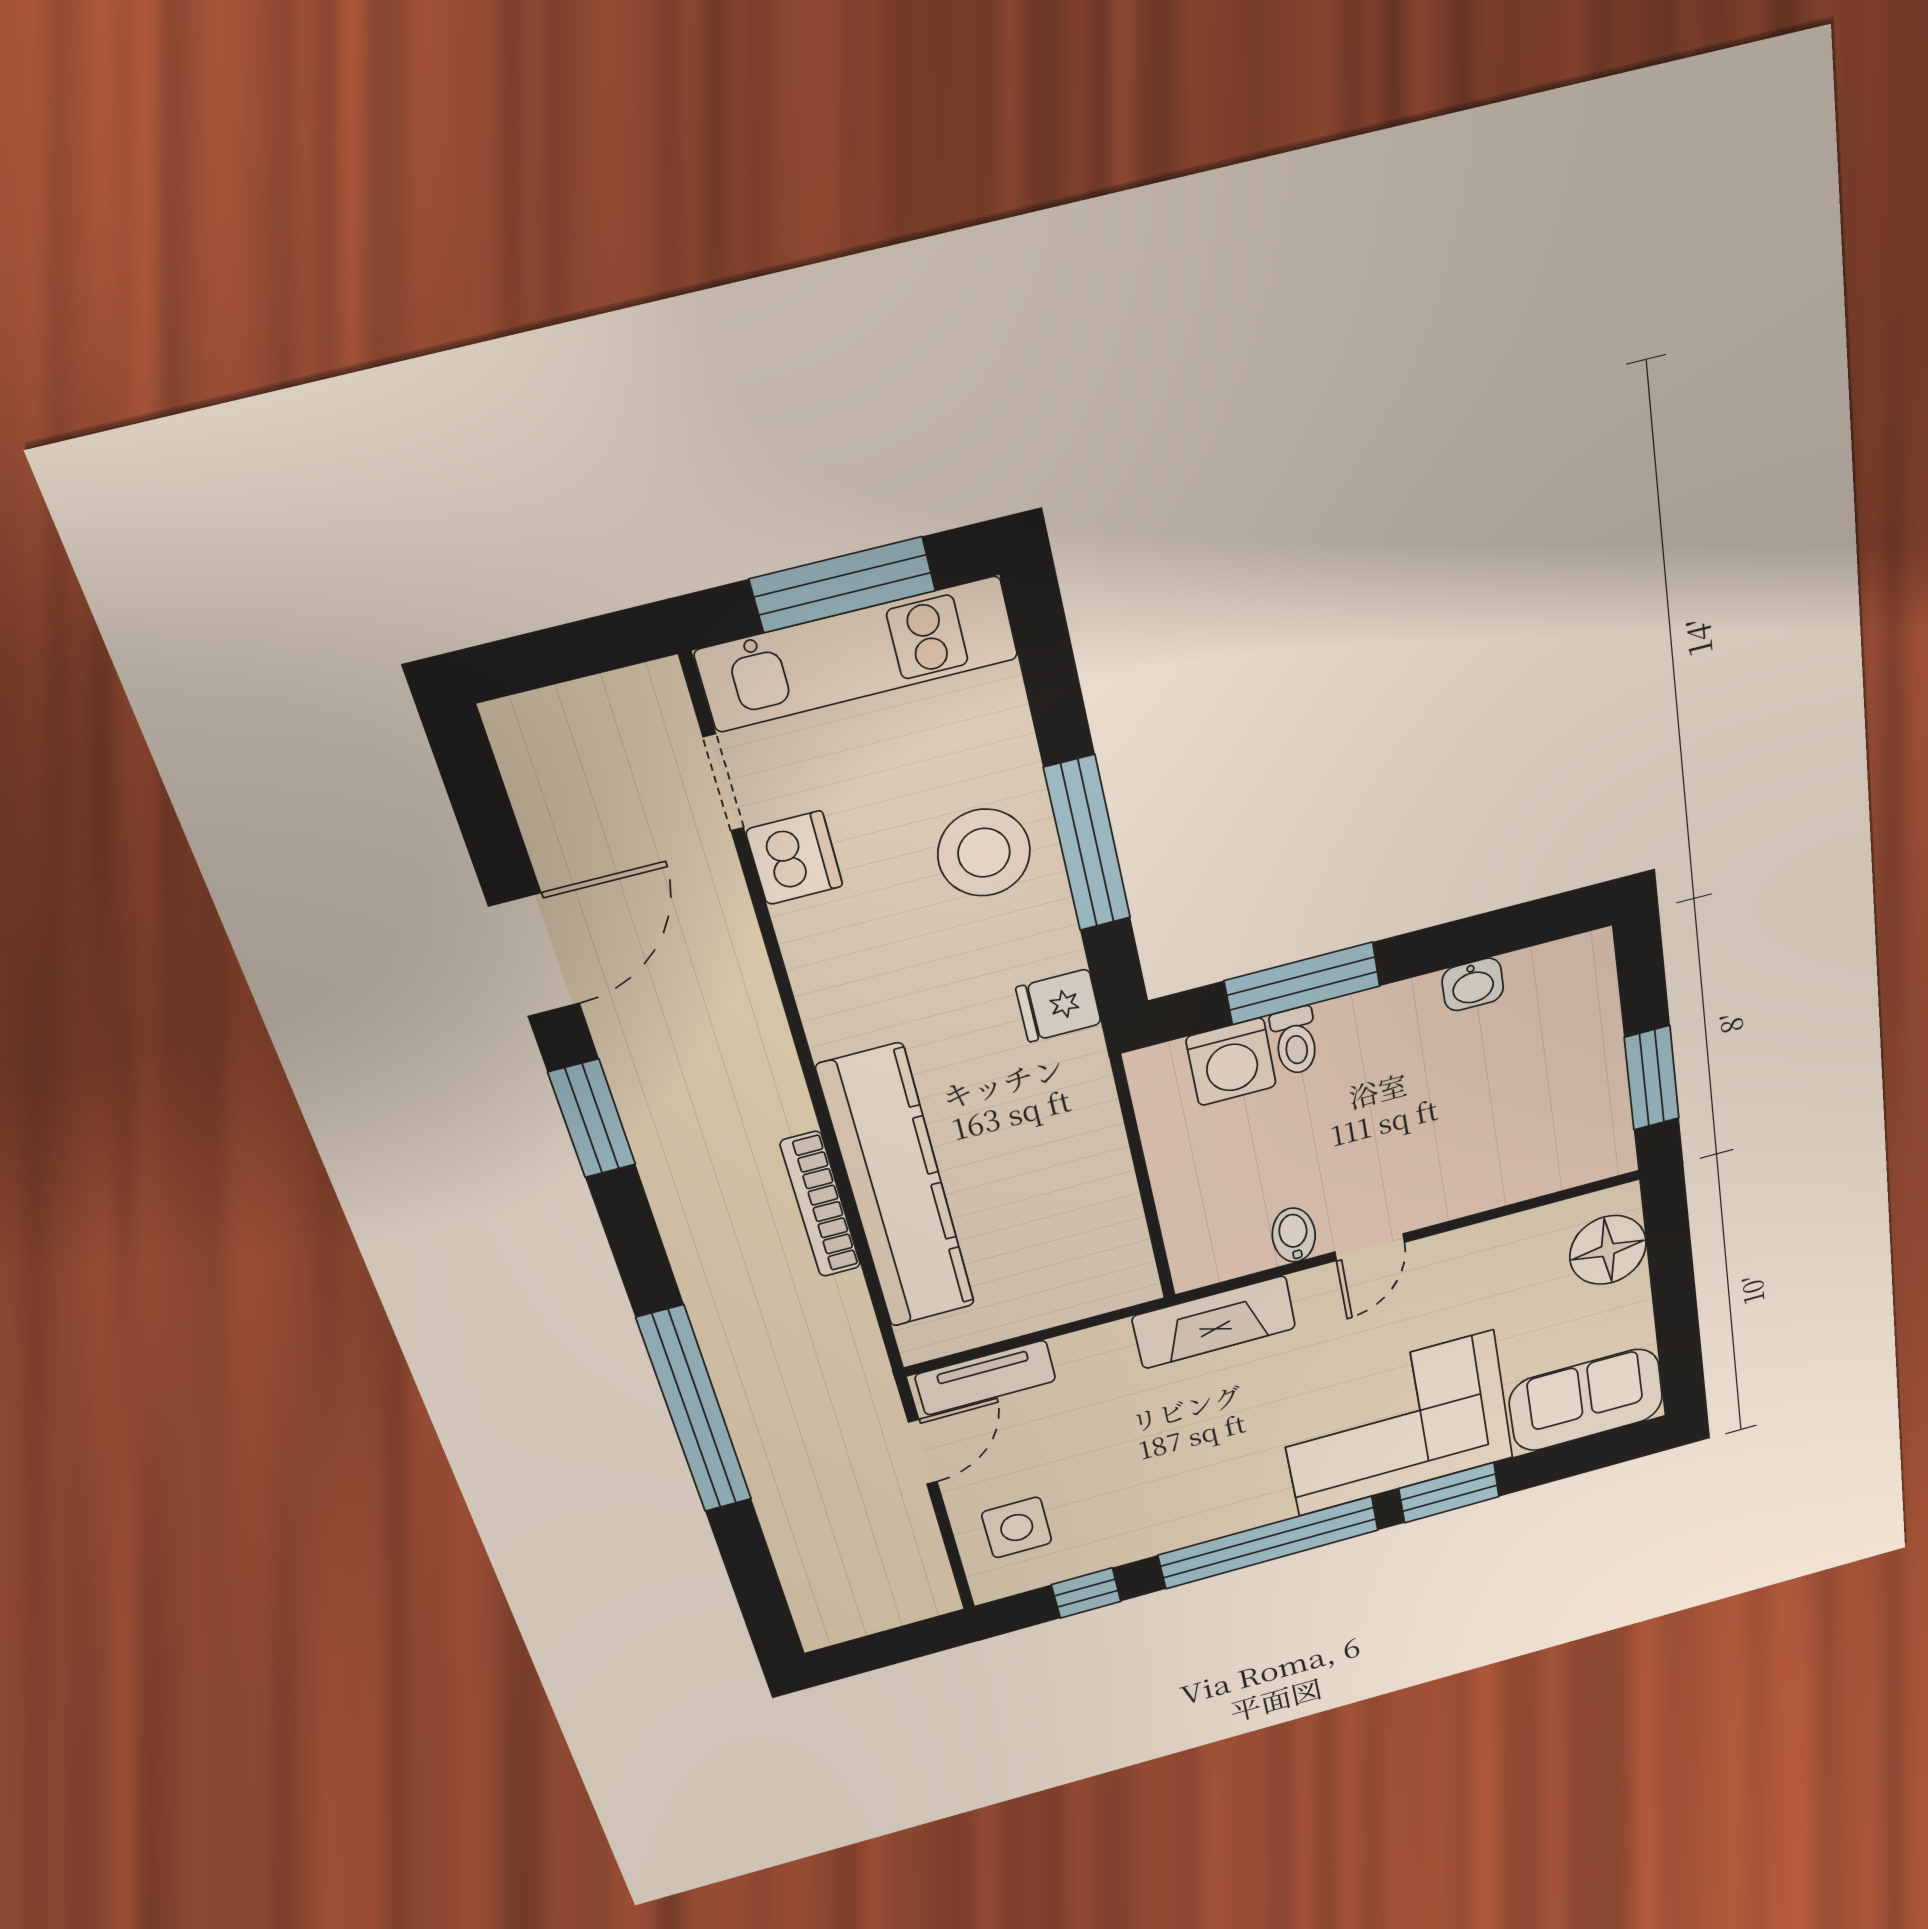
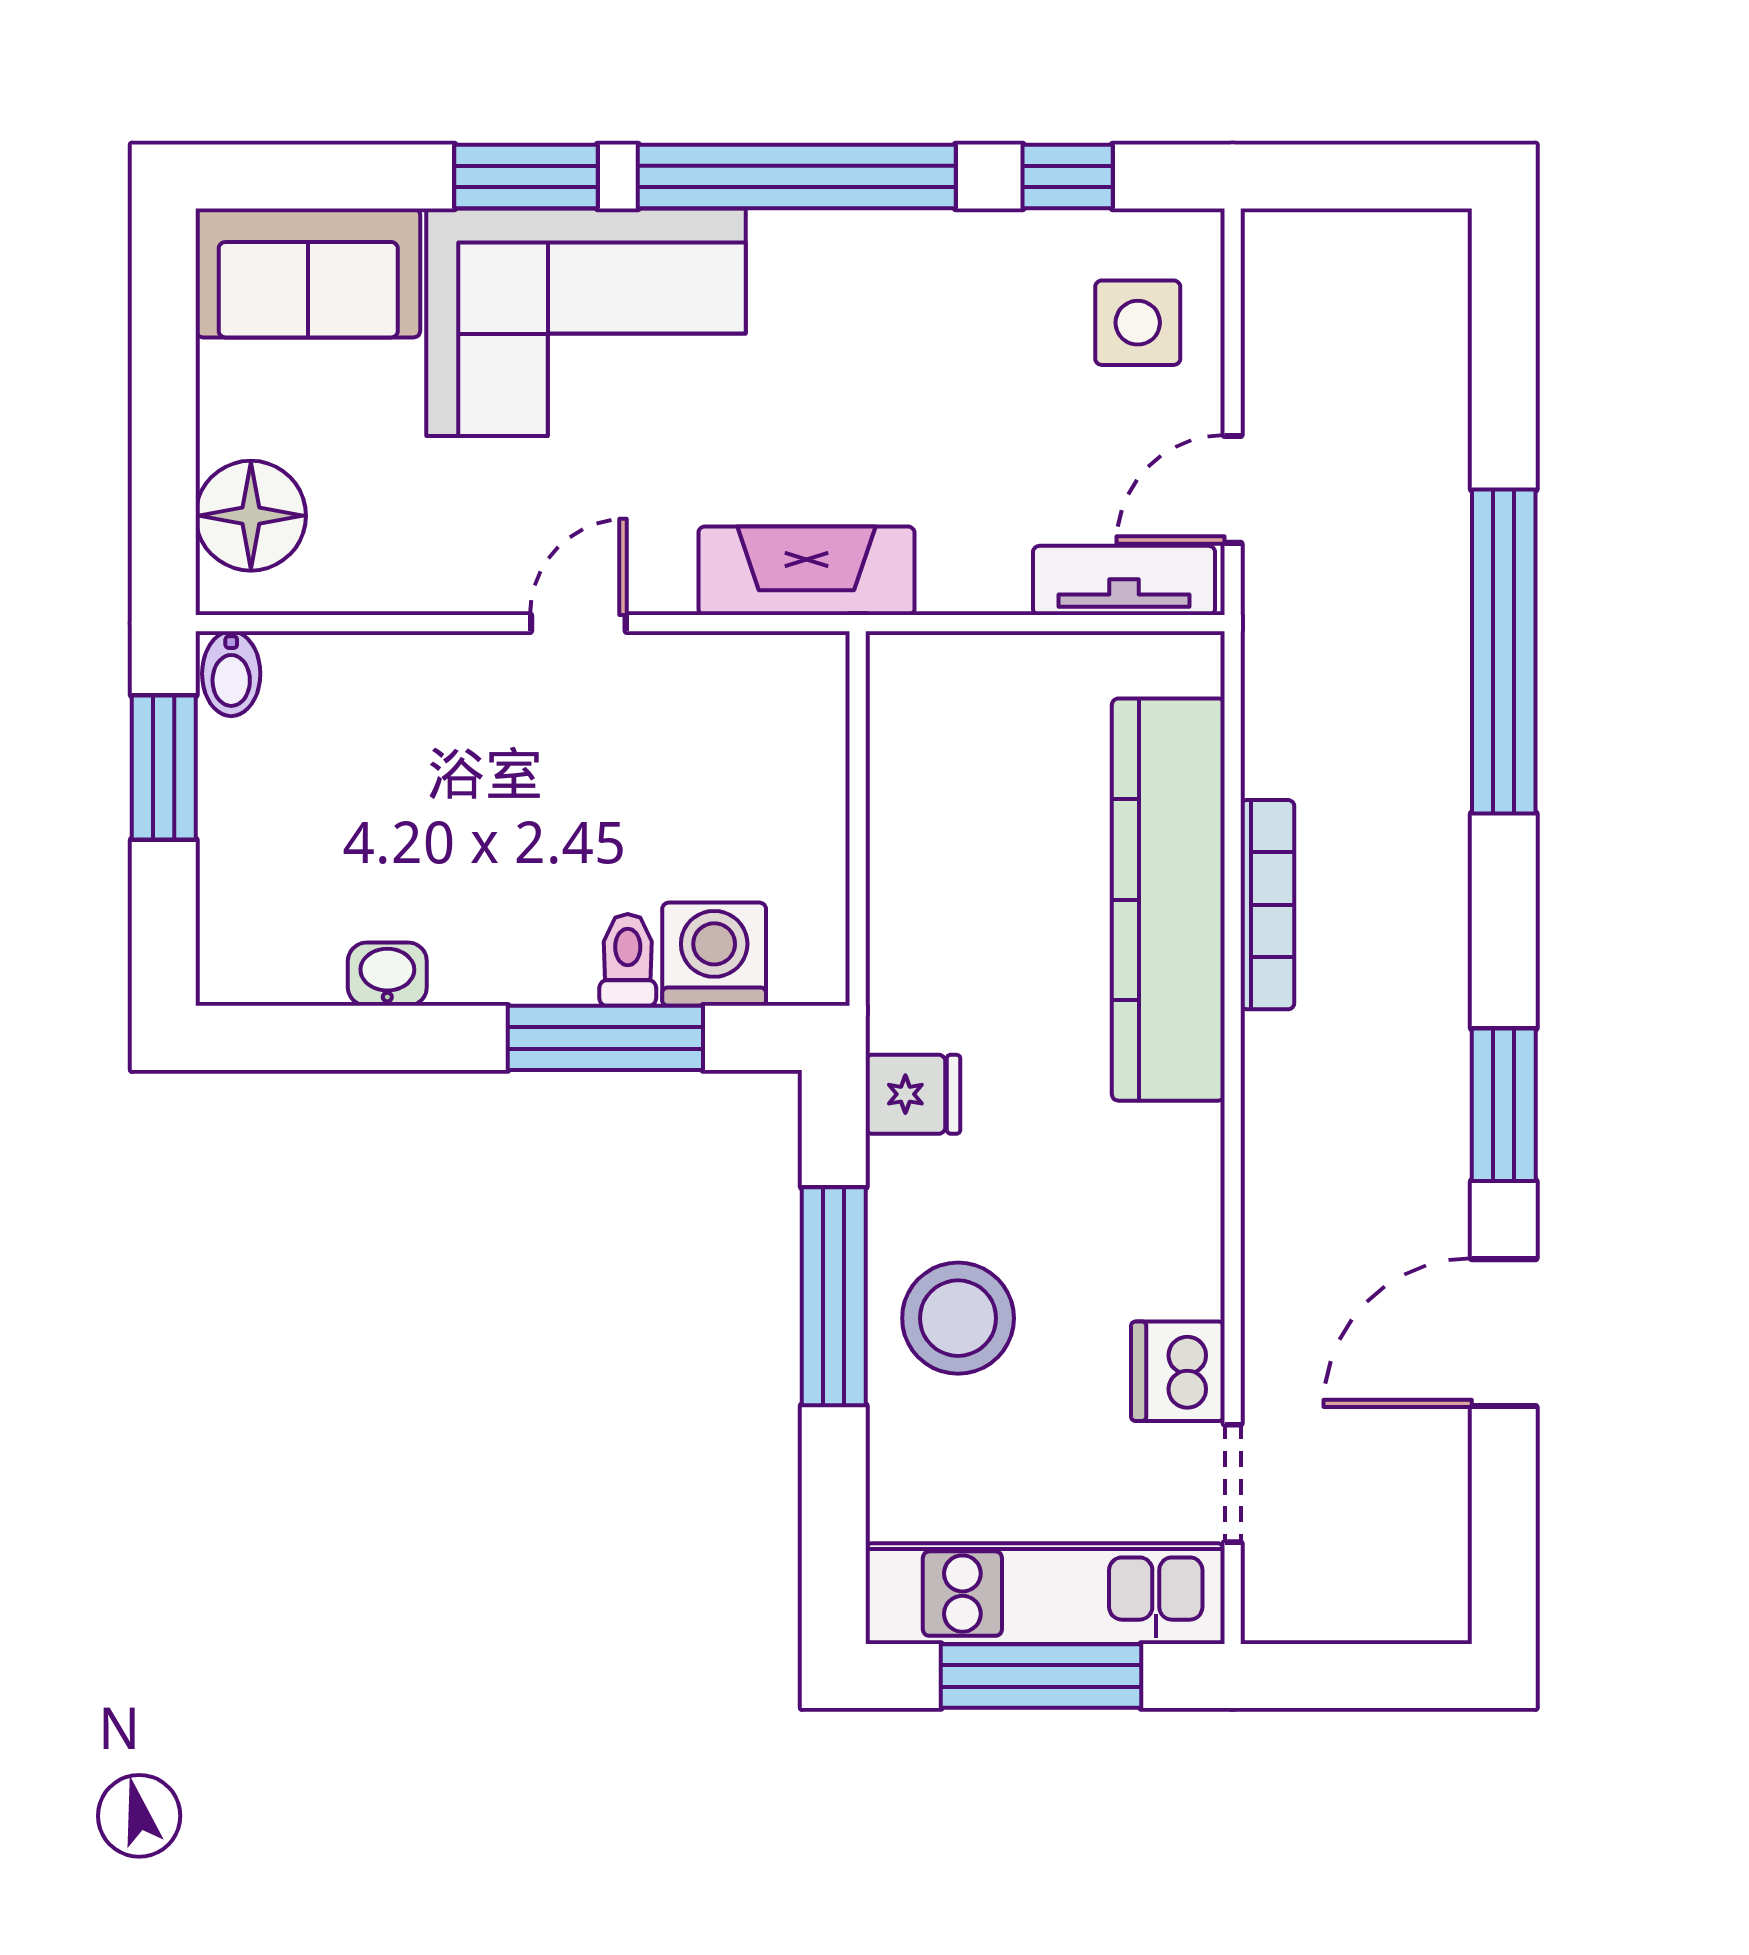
bidet: (1294, 1235) -> (231, 674), moved

